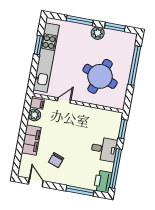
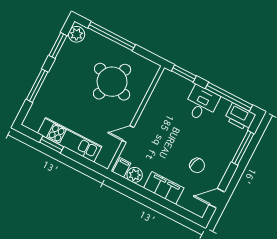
plant: (98, 33) -> (77, 34), moved
kitchen unit: (46, 58) -> (70, 140), width x0.73
door: (64, 100) -> (128, 134), hinge flipped

